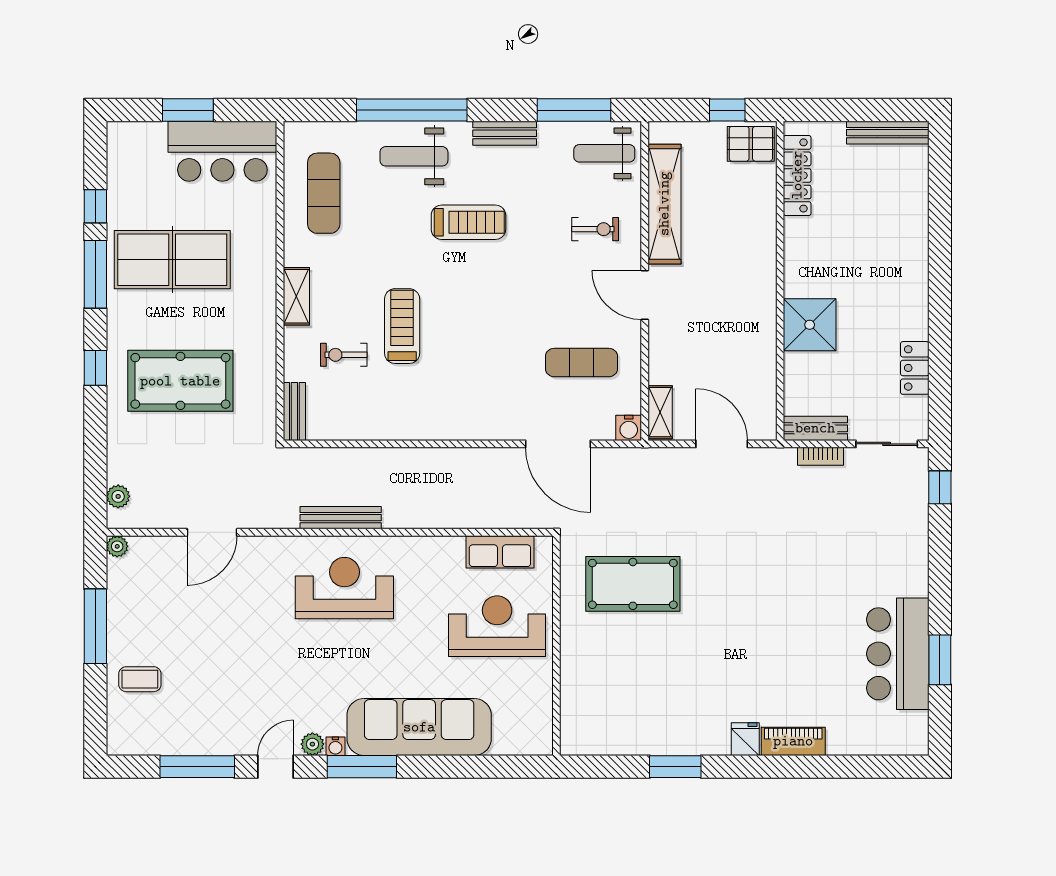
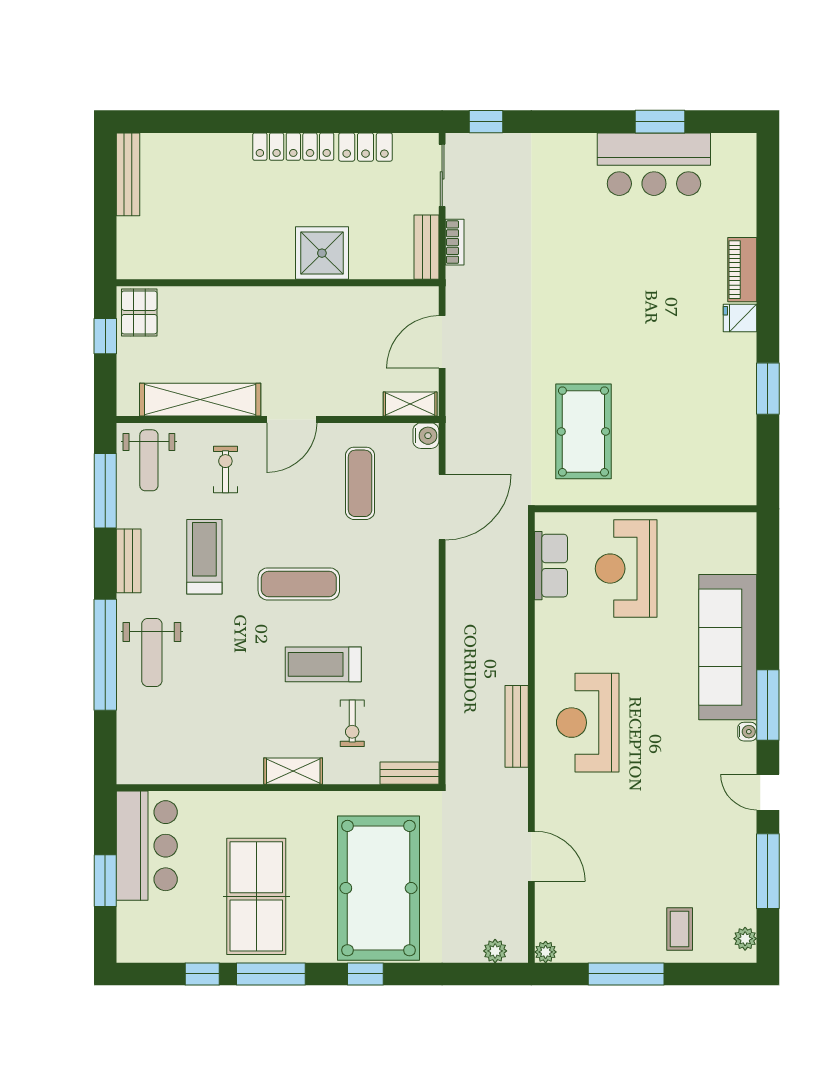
locker: (797, 175) -> (293, 147), moved, turned 180
exercise mat: (324, 193) -> (299, 584), moved
treadmill: (468, 222) -> (204, 557), moved
pool table: (180, 381) -> (378, 888), width x1.36, depth x1.32
plant: (312, 744) -> (745, 939), moved

